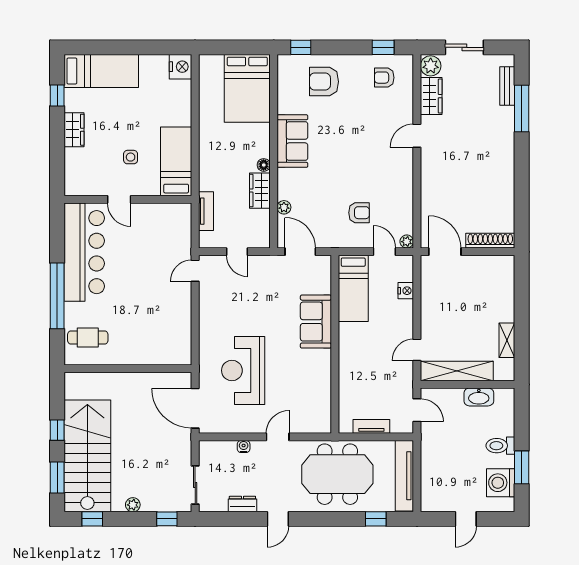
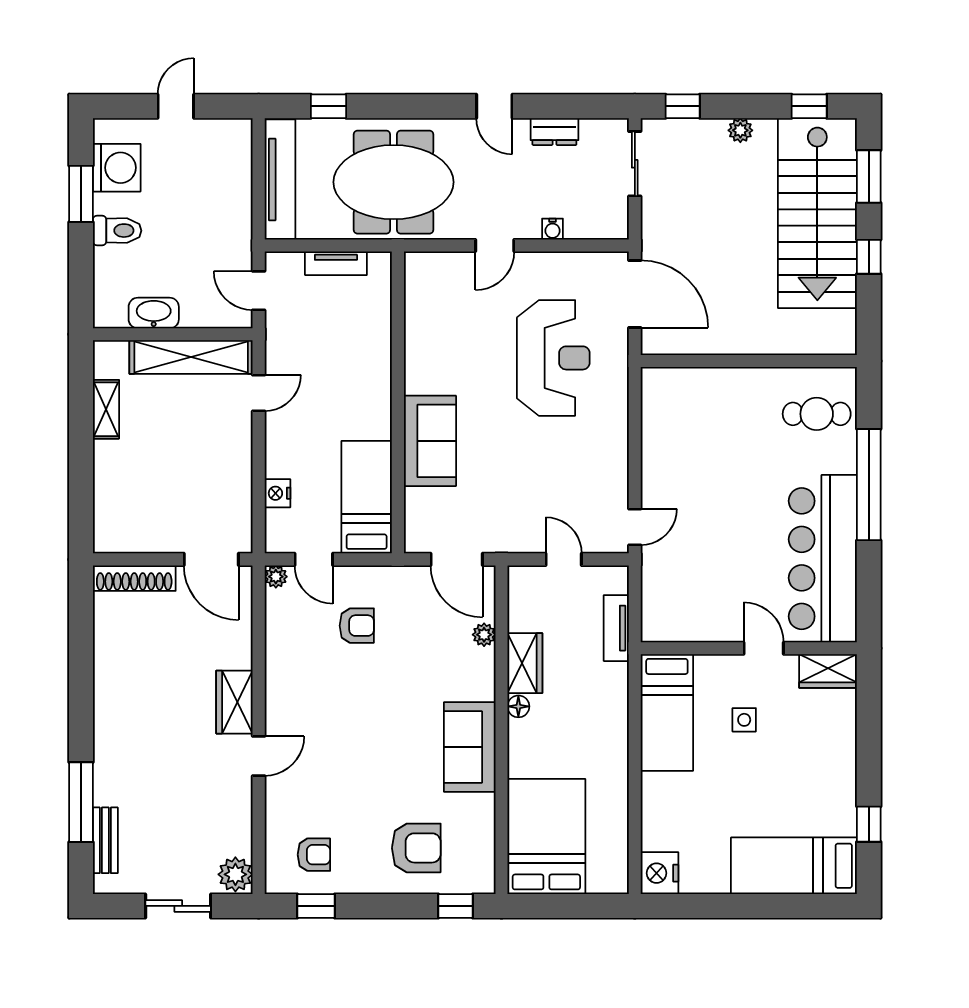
wardrobe: (431, 96) -> (234, 702), moved
wardrobe: (74, 130) -> (828, 671), moved, turned -90
armchair: (359, 213) -> (357, 626), turned 180
door: (278, 519) -> (494, 106), swing flipped

